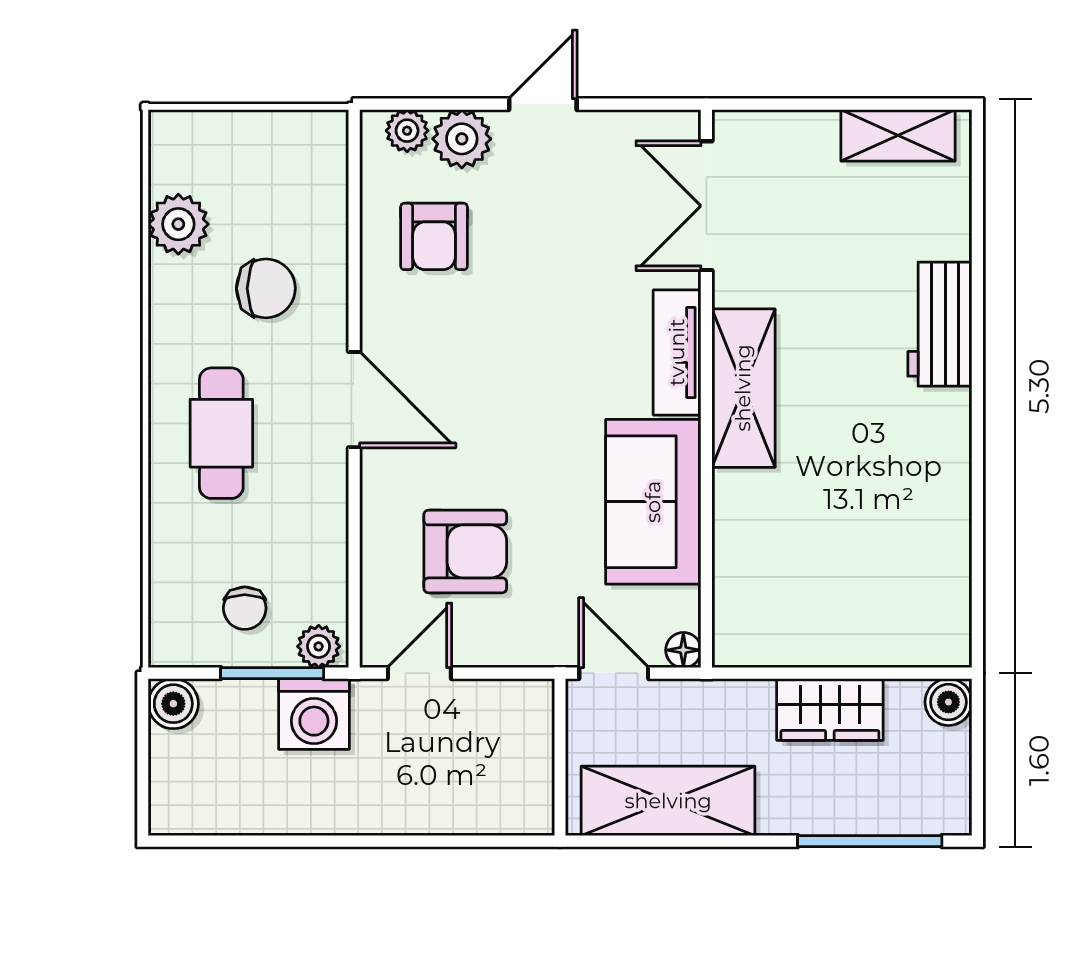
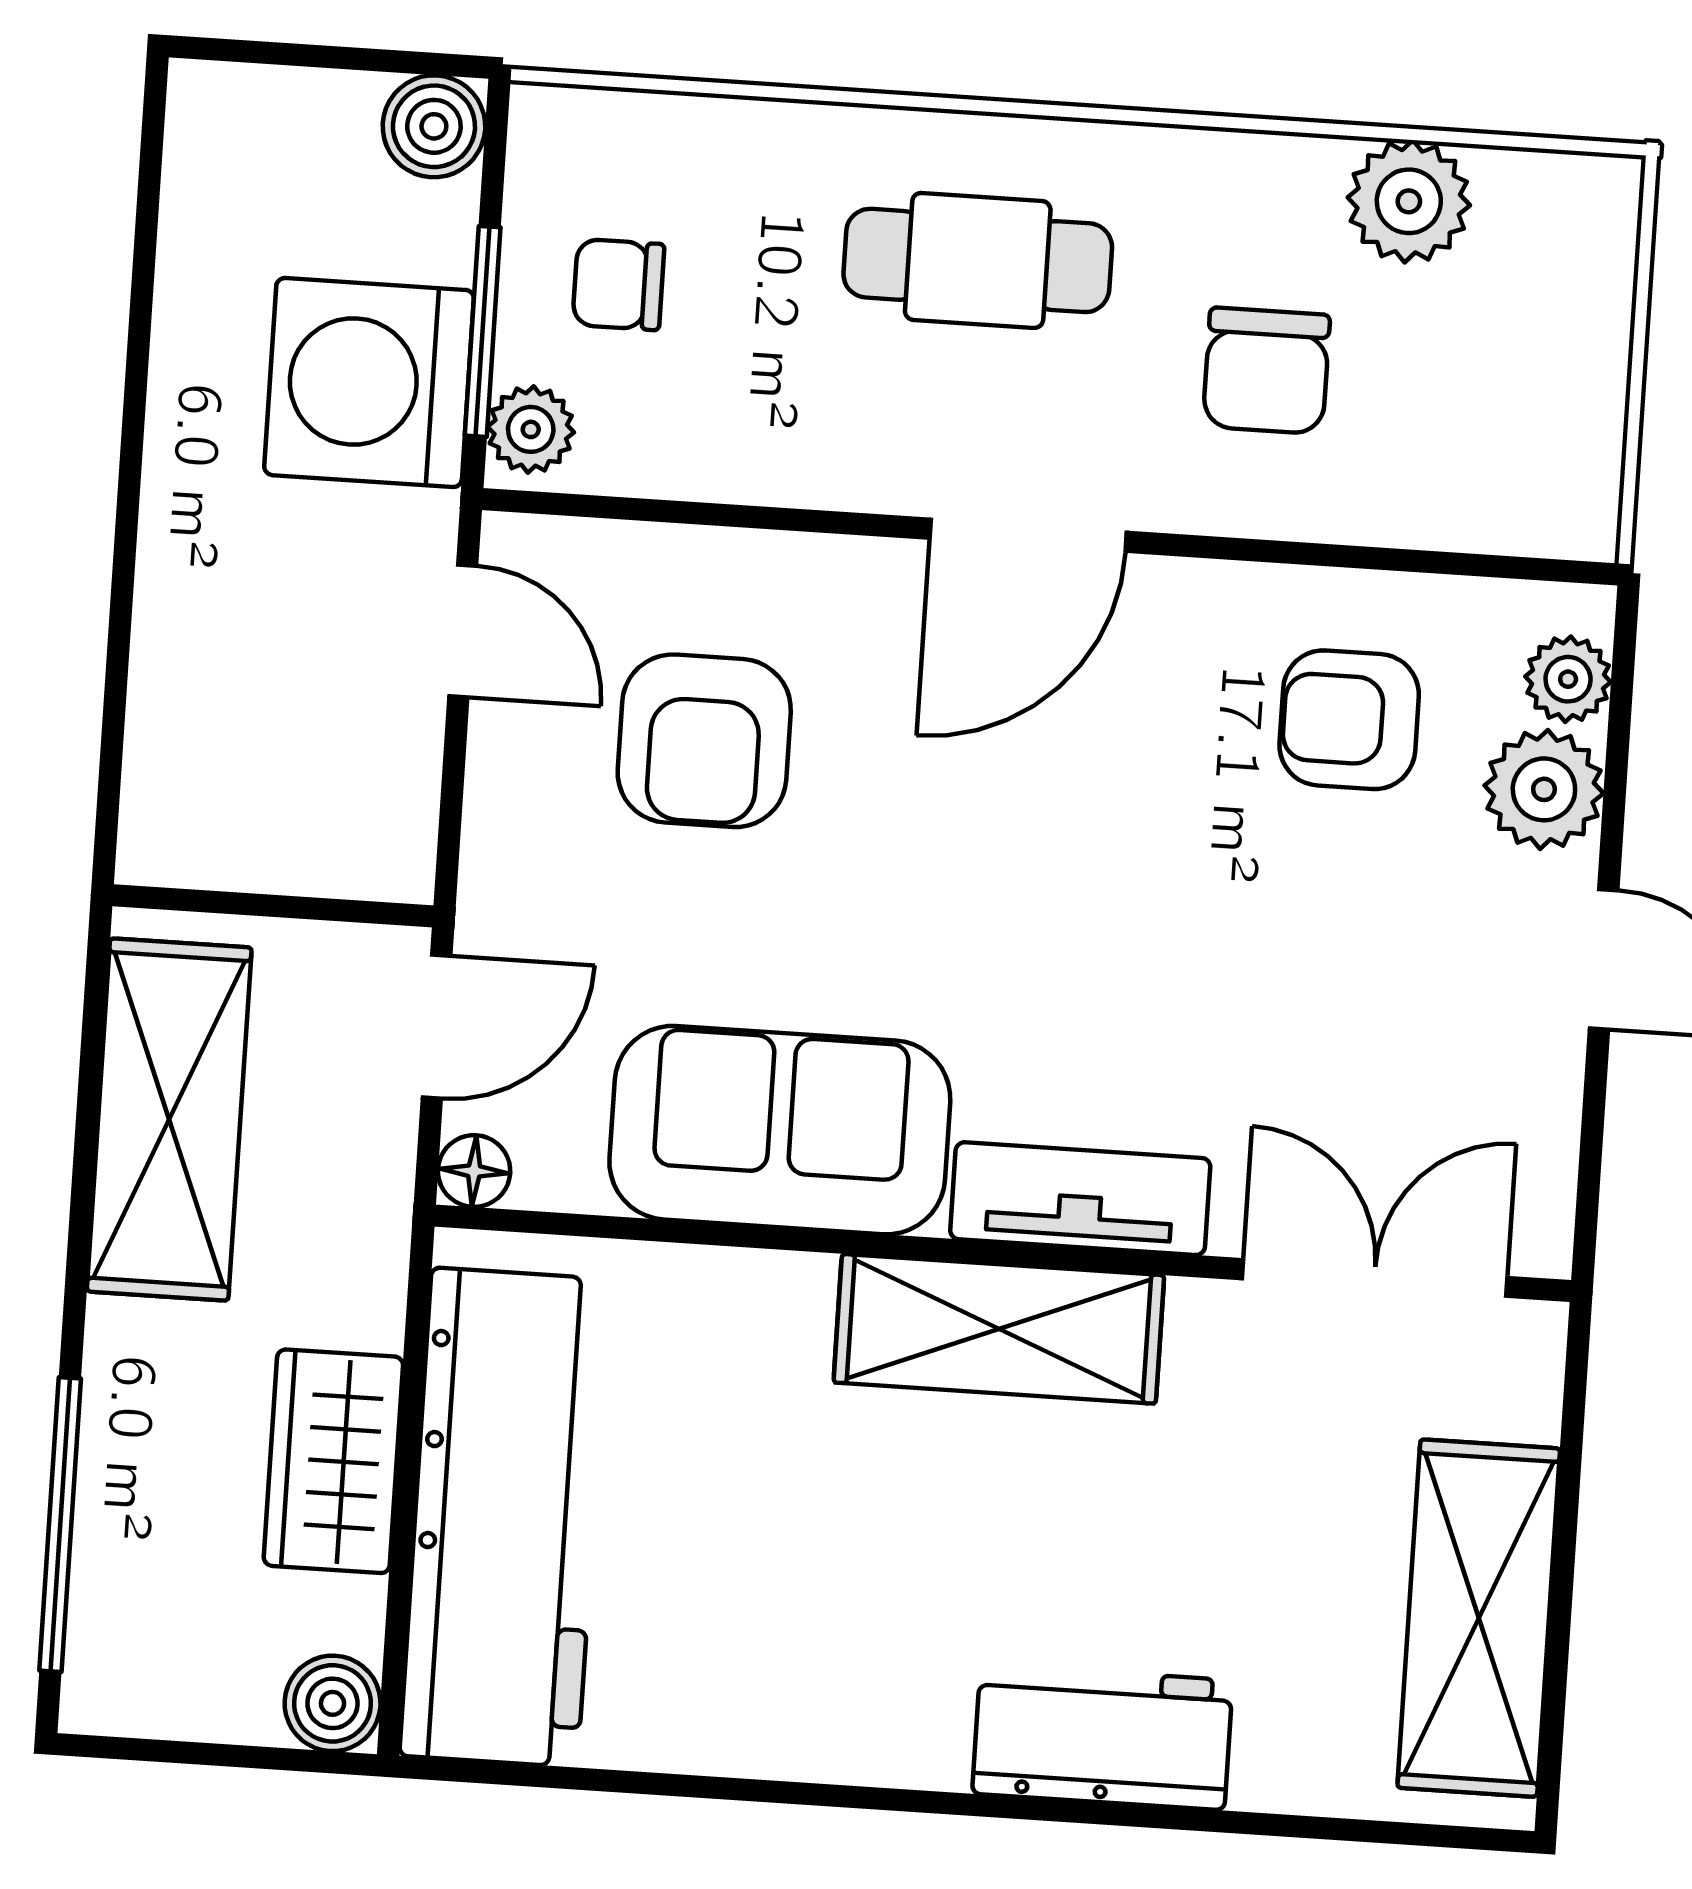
shelving: (898, 135) -> (1479, 1618), width x1.50, depth x1.33
workbench: (852, 624) -> (504, 1517), added
washing machine: (314, 714) -> (369, 383), width x1.37, depth x1.37

